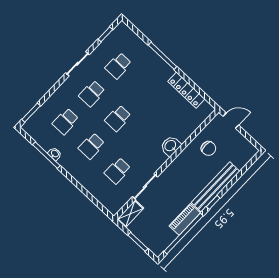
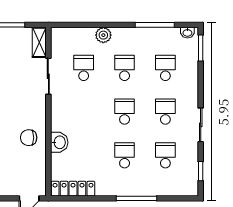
school desk: (144, 90) -> (125, 155), added
locker: (186, 90) -> (73, 189), moved
washbasin: (171, 146) -> (59, 142), moved
chair: (208, 148) -> (29, 138), moved
washbasin: (55, 154) -> (187, 33), moved
plant: (85, 180) -> (103, 35), added

